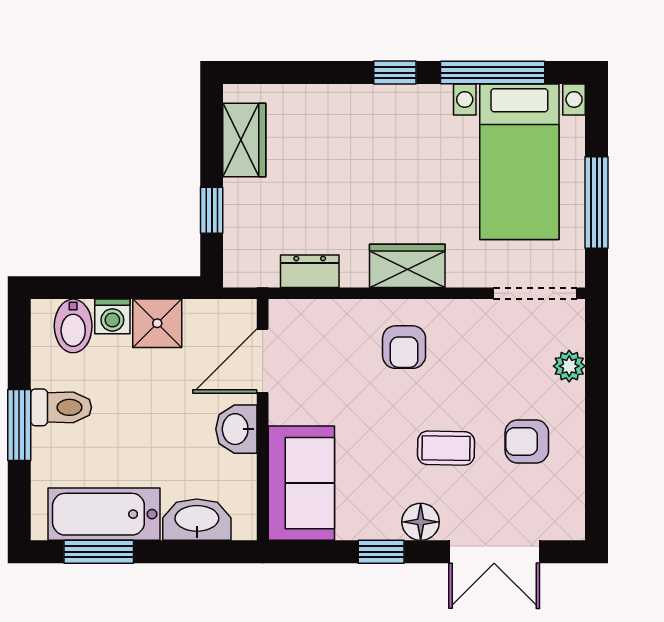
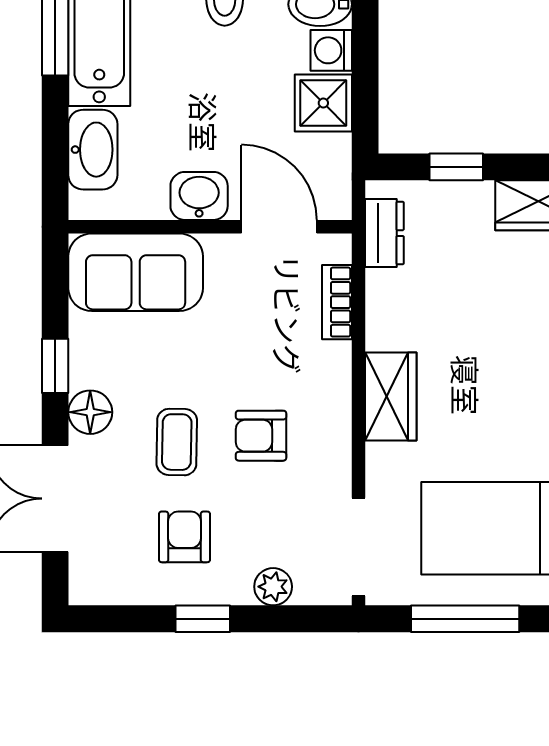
dresser: (310, 271) -> (384, 233), moved
bookcase: (327, 312) -> (337, 302), added
armchair: (404, 347) -> (261, 436), moved
window: (597, 426) -> (203, 619), added

